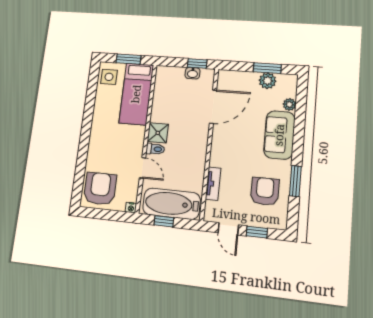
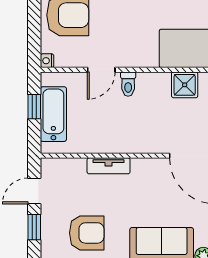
shower: (158, 133) -> (185, 85), moved
tv unit: (213, 184) -> (109, 166), moved
bathtub: (171, 204) -> (53, 114), width x0.73, depth x0.73

